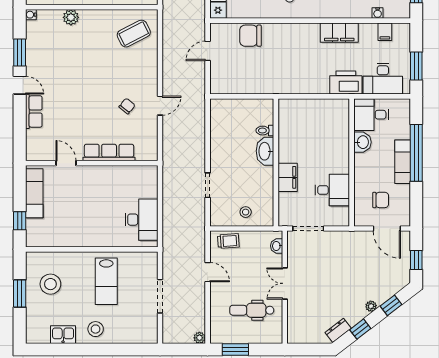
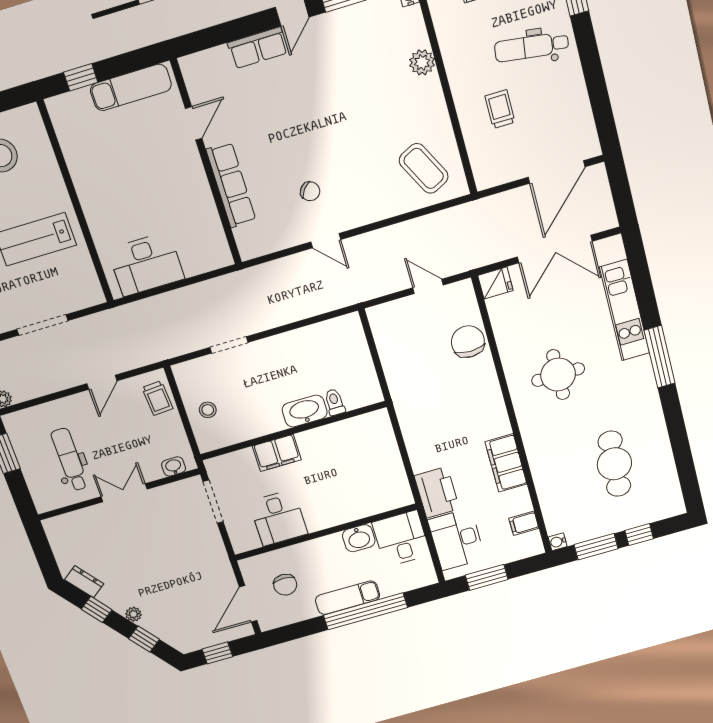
water cooler: (378, 13) -> (558, 542), moved

